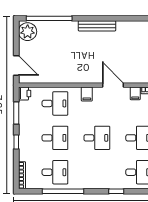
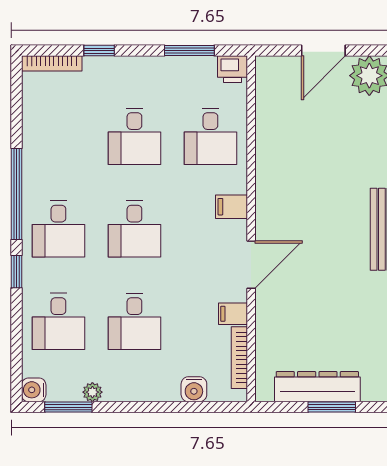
door: (16, 65) -> (323, 51), moved
window: (16, 142) -> (99, 51), moved
desk: (55, 172) -> (58, 229), moved
window: (63, 191) -> (16, 194), moved

